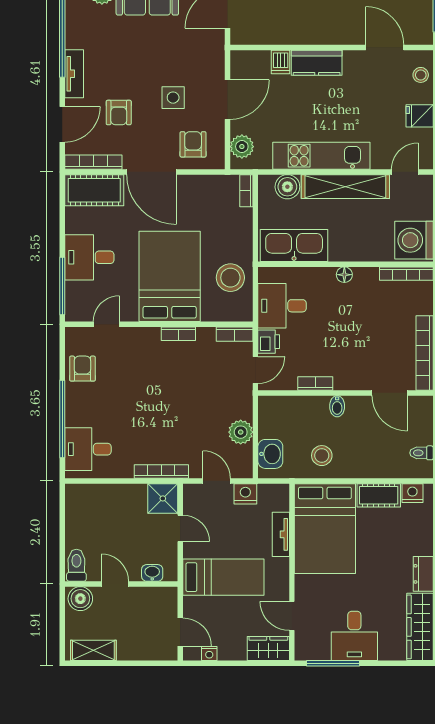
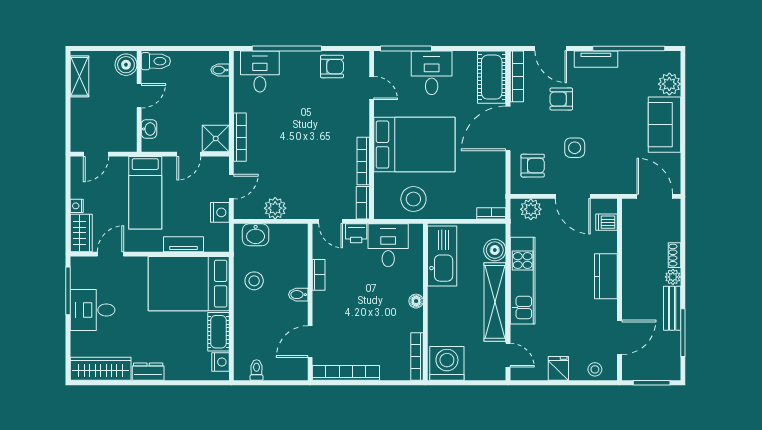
dishwasher: (281, 62) -> (606, 222), moved
bookcase: (178, 334) -> (363, 161), width x1.56
bidet: (86, 494) -> (220, 70), added
nightstand: (209, 654) -> (77, 206), moved

